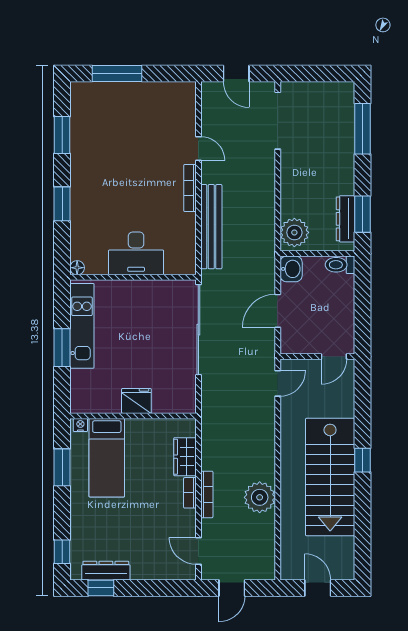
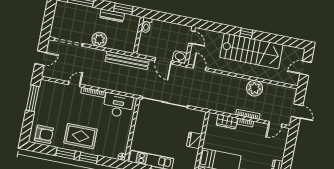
window: (117, 74) -> (33, 98), moved
armchair: (91, 109) -> (44, 134), added
window: (62, 135) -> (66, 153), moved
rug: (101, 180) -> (80, 136), added
dresser: (345, 219) -> (112, 15), moved
bench: (211, 227) -> (127, 60), moved
plant: (294, 232) -> (99, 39), moved
desk: (136, 253) -> (118, 105), moved, turned -90
washbasin: (291, 269) -> (180, 57), moved

